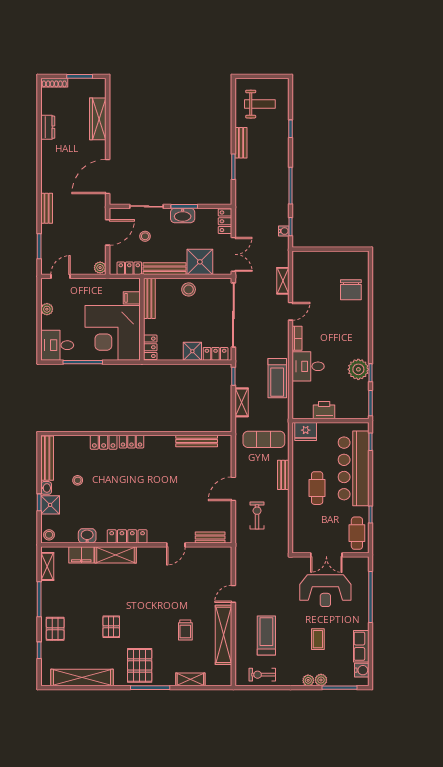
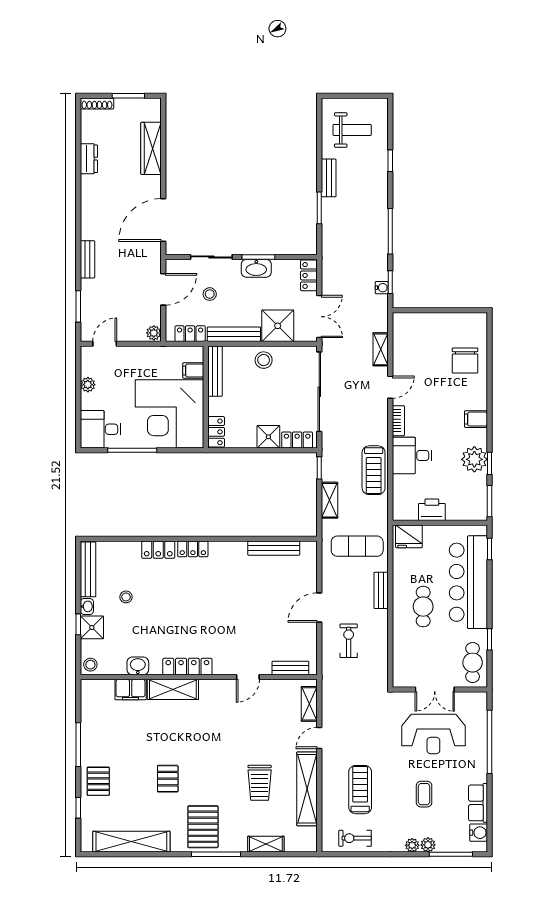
filing cabinet: (360, 337) -> (476, 419), added
shelving: (47, 566) -> (309, 704), moved
trolley: (185, 630) -> (260, 783), width x1.36, depth x1.39

